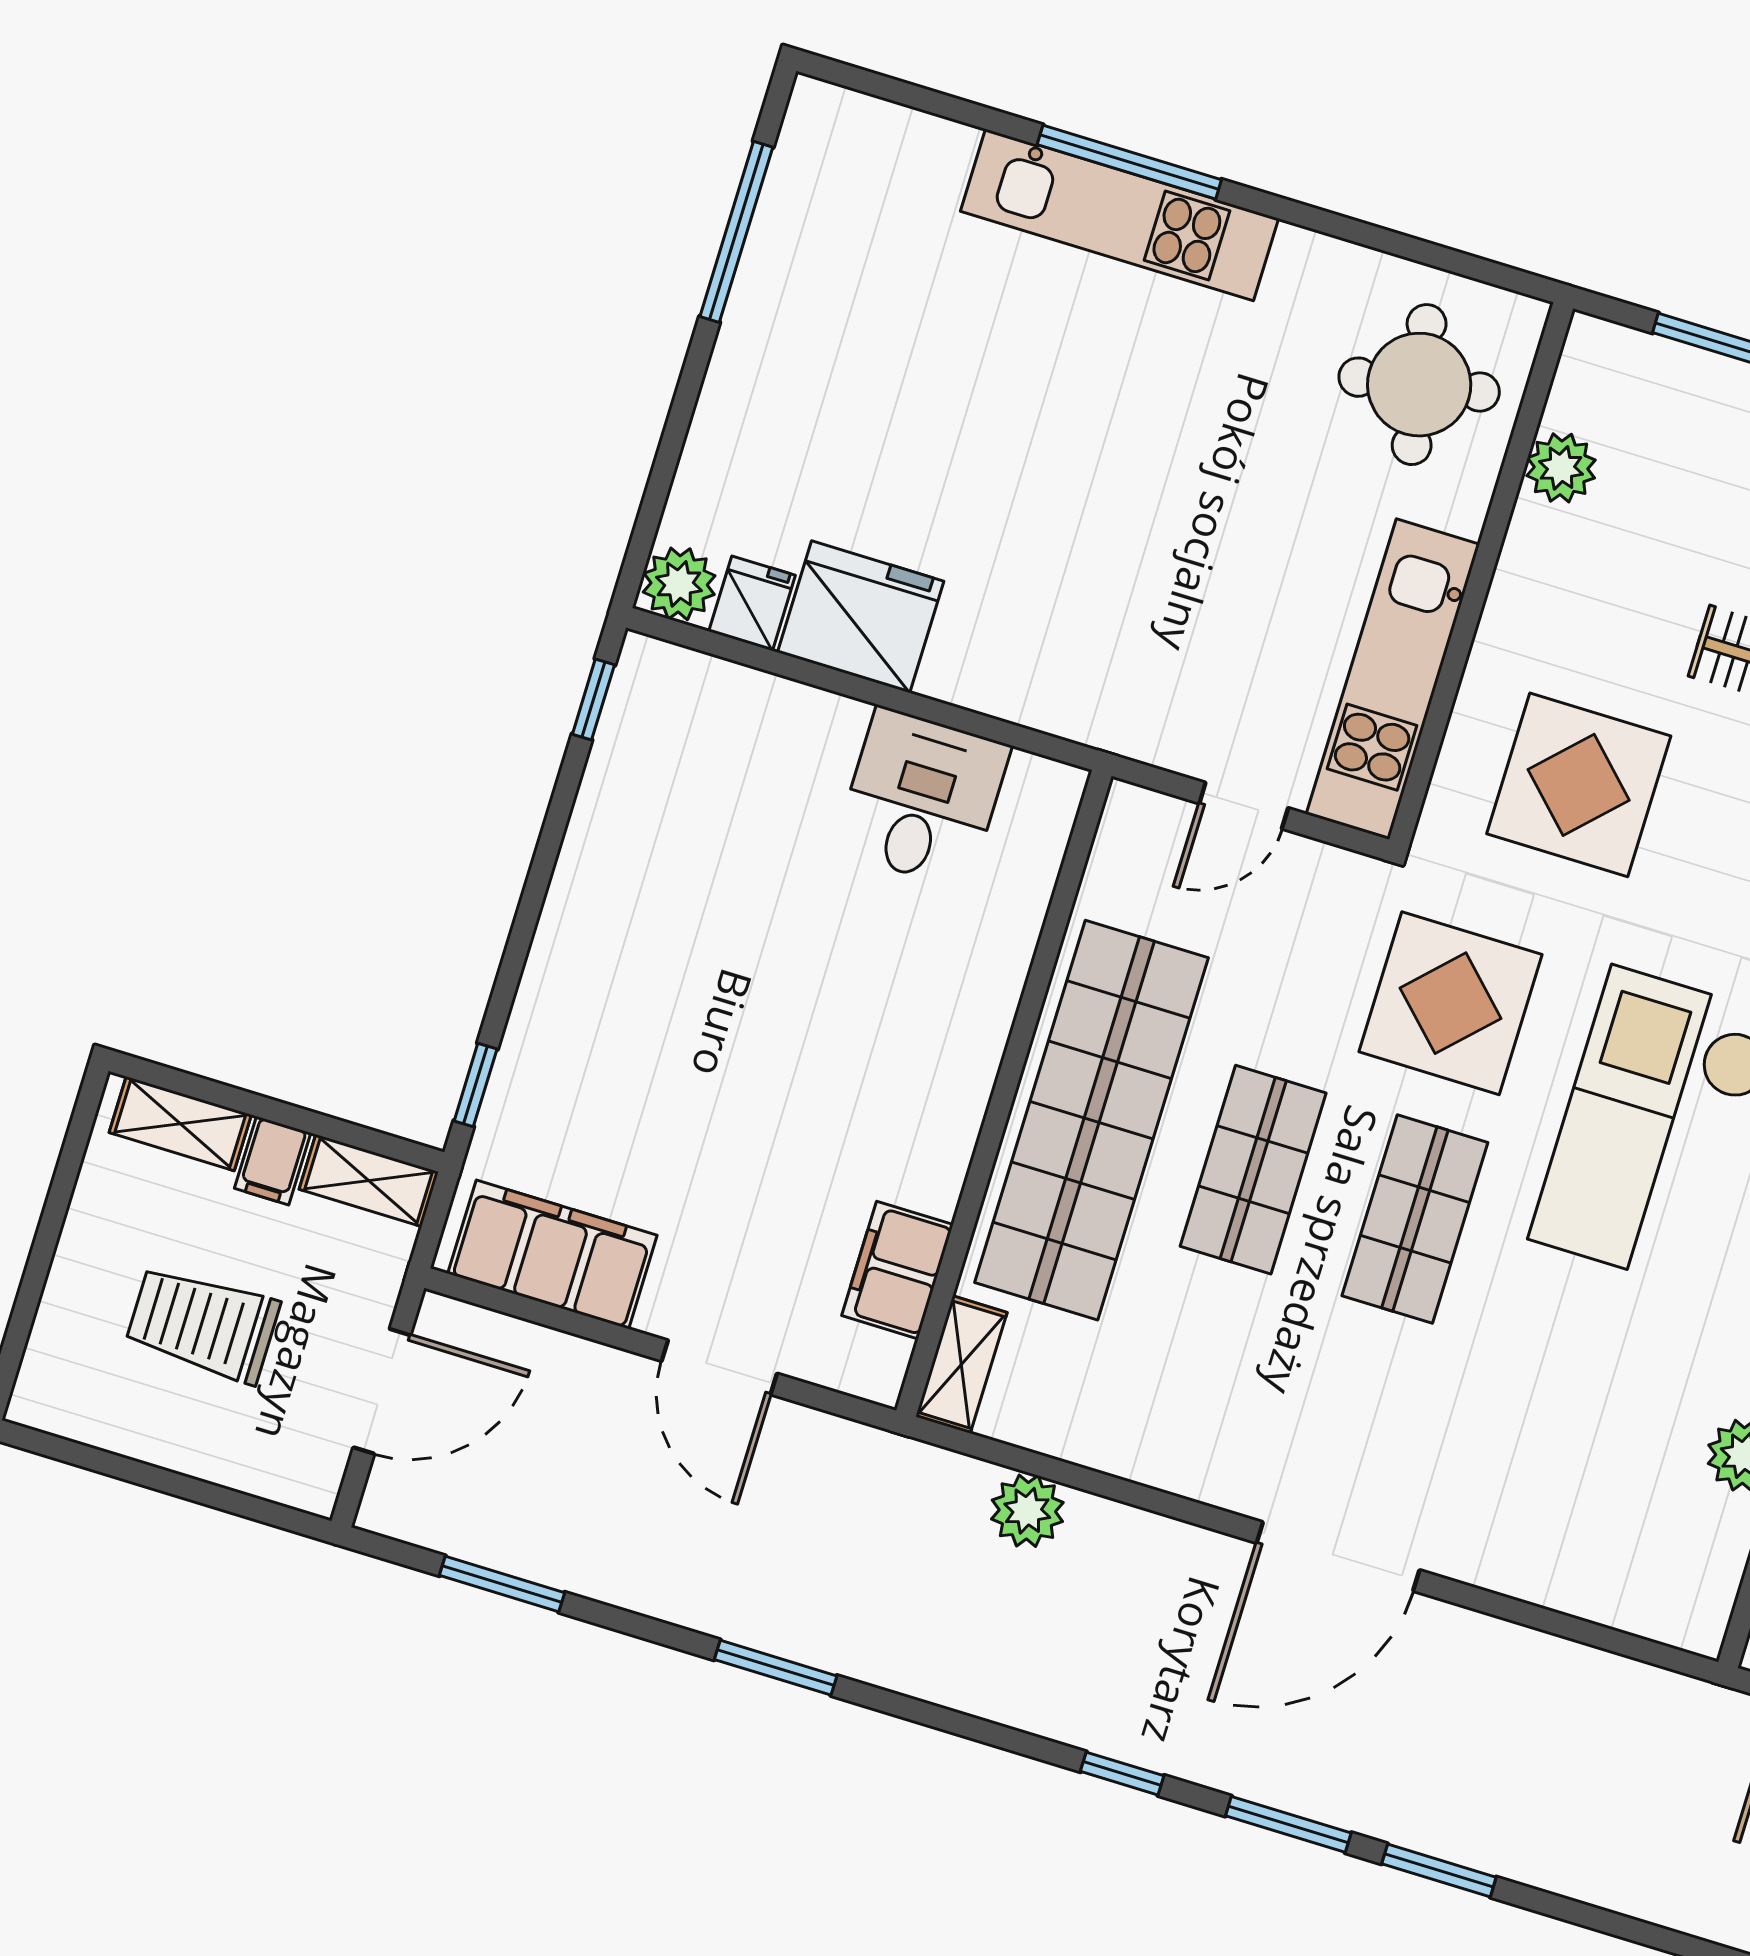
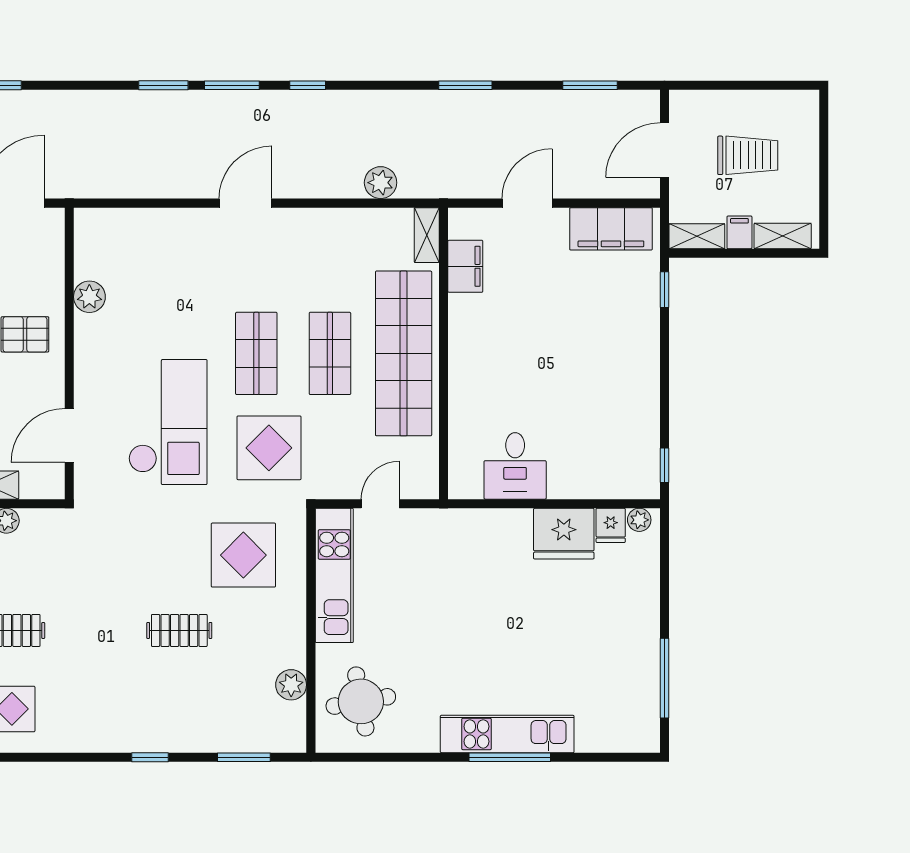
plant: (679, 584) -> (639, 520), width x0.73, depth x0.73
door: (719, 1367) -> (527, 203), hinge flipped
door: (1338, 1556) -> (245, 203), width x0.73

